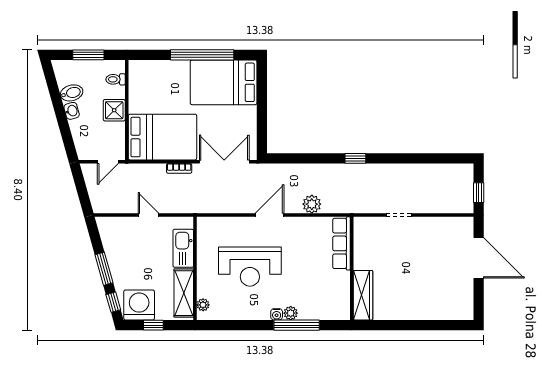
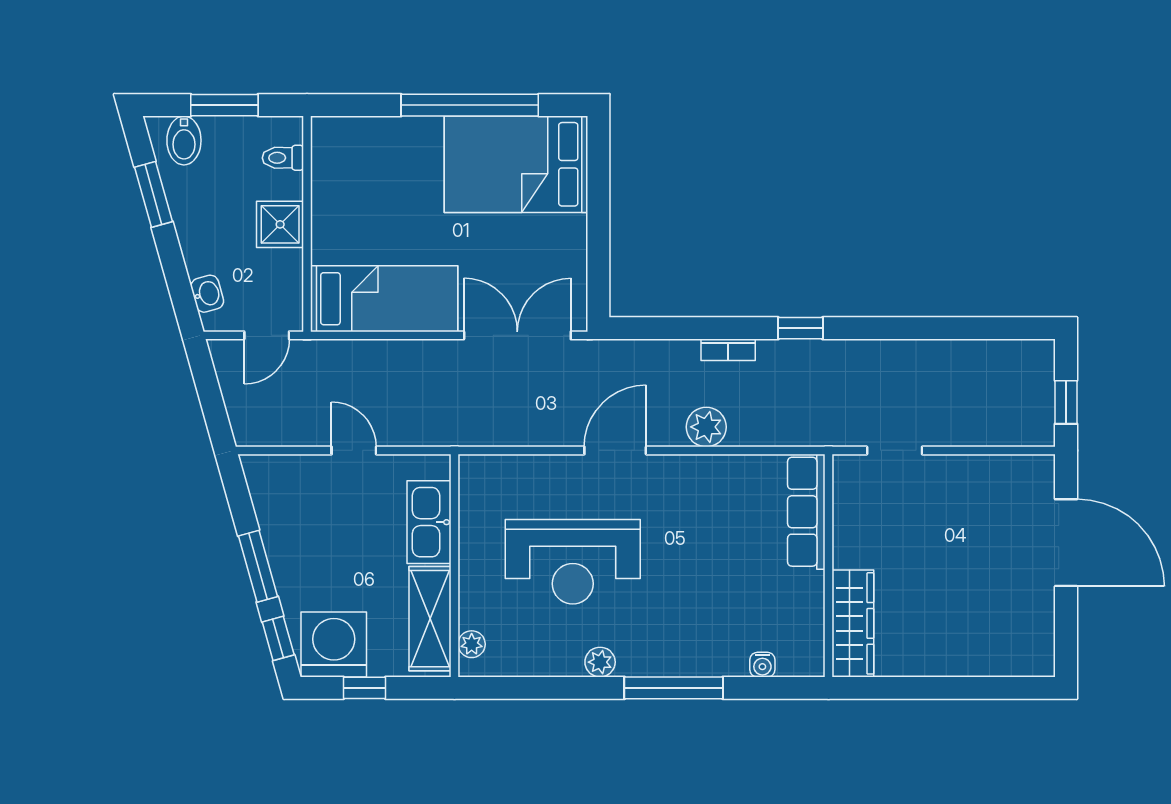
bidet: (72, 93) -> (184, 140), moved, turned 106
window: (56, 96) -> (154, 194), added
washbasin: (72, 111) -> (207, 294), moved
bed: (162, 137) -> (384, 299), width x0.67
bookcase: (179, 168) -> (728, 350), moved
row of seats: (342, 243) -> (806, 512), moved
wall: (352, 268) -> (829, 566), moved
wardrobe: (363, 295) -> (853, 623), moved
plant: (291, 313) -> (600, 662), moved
water cooler: (277, 314) -> (762, 665), moved

